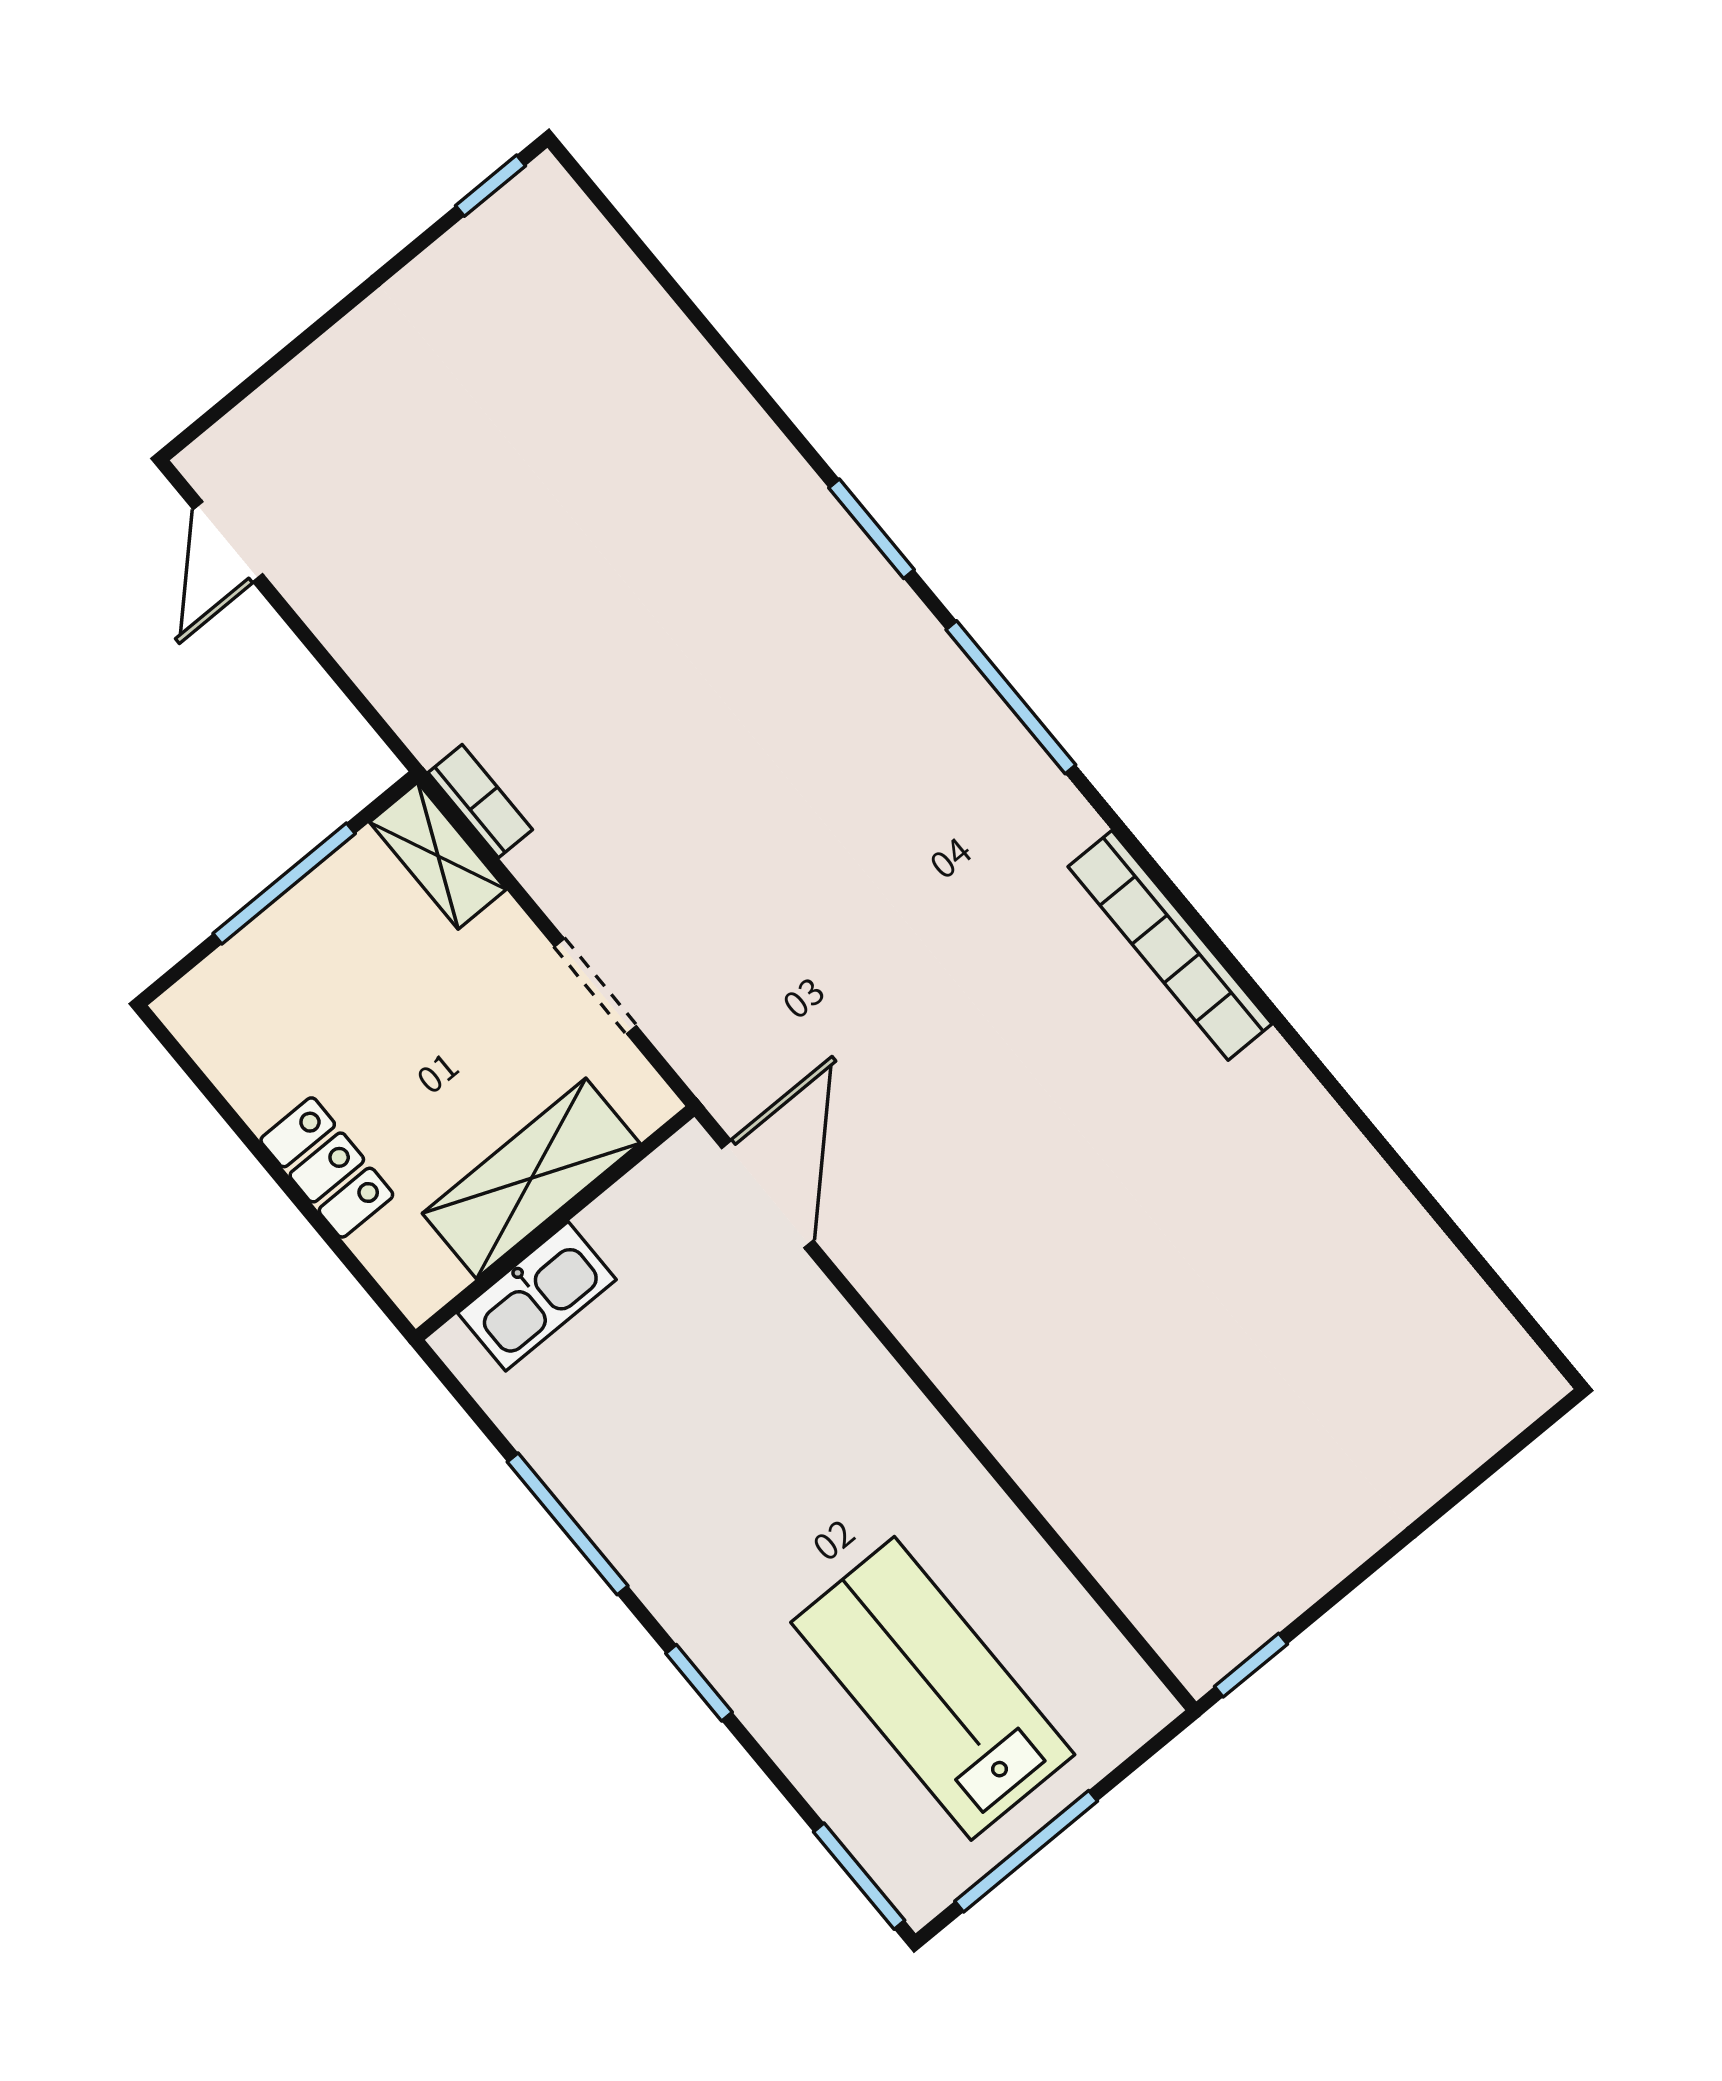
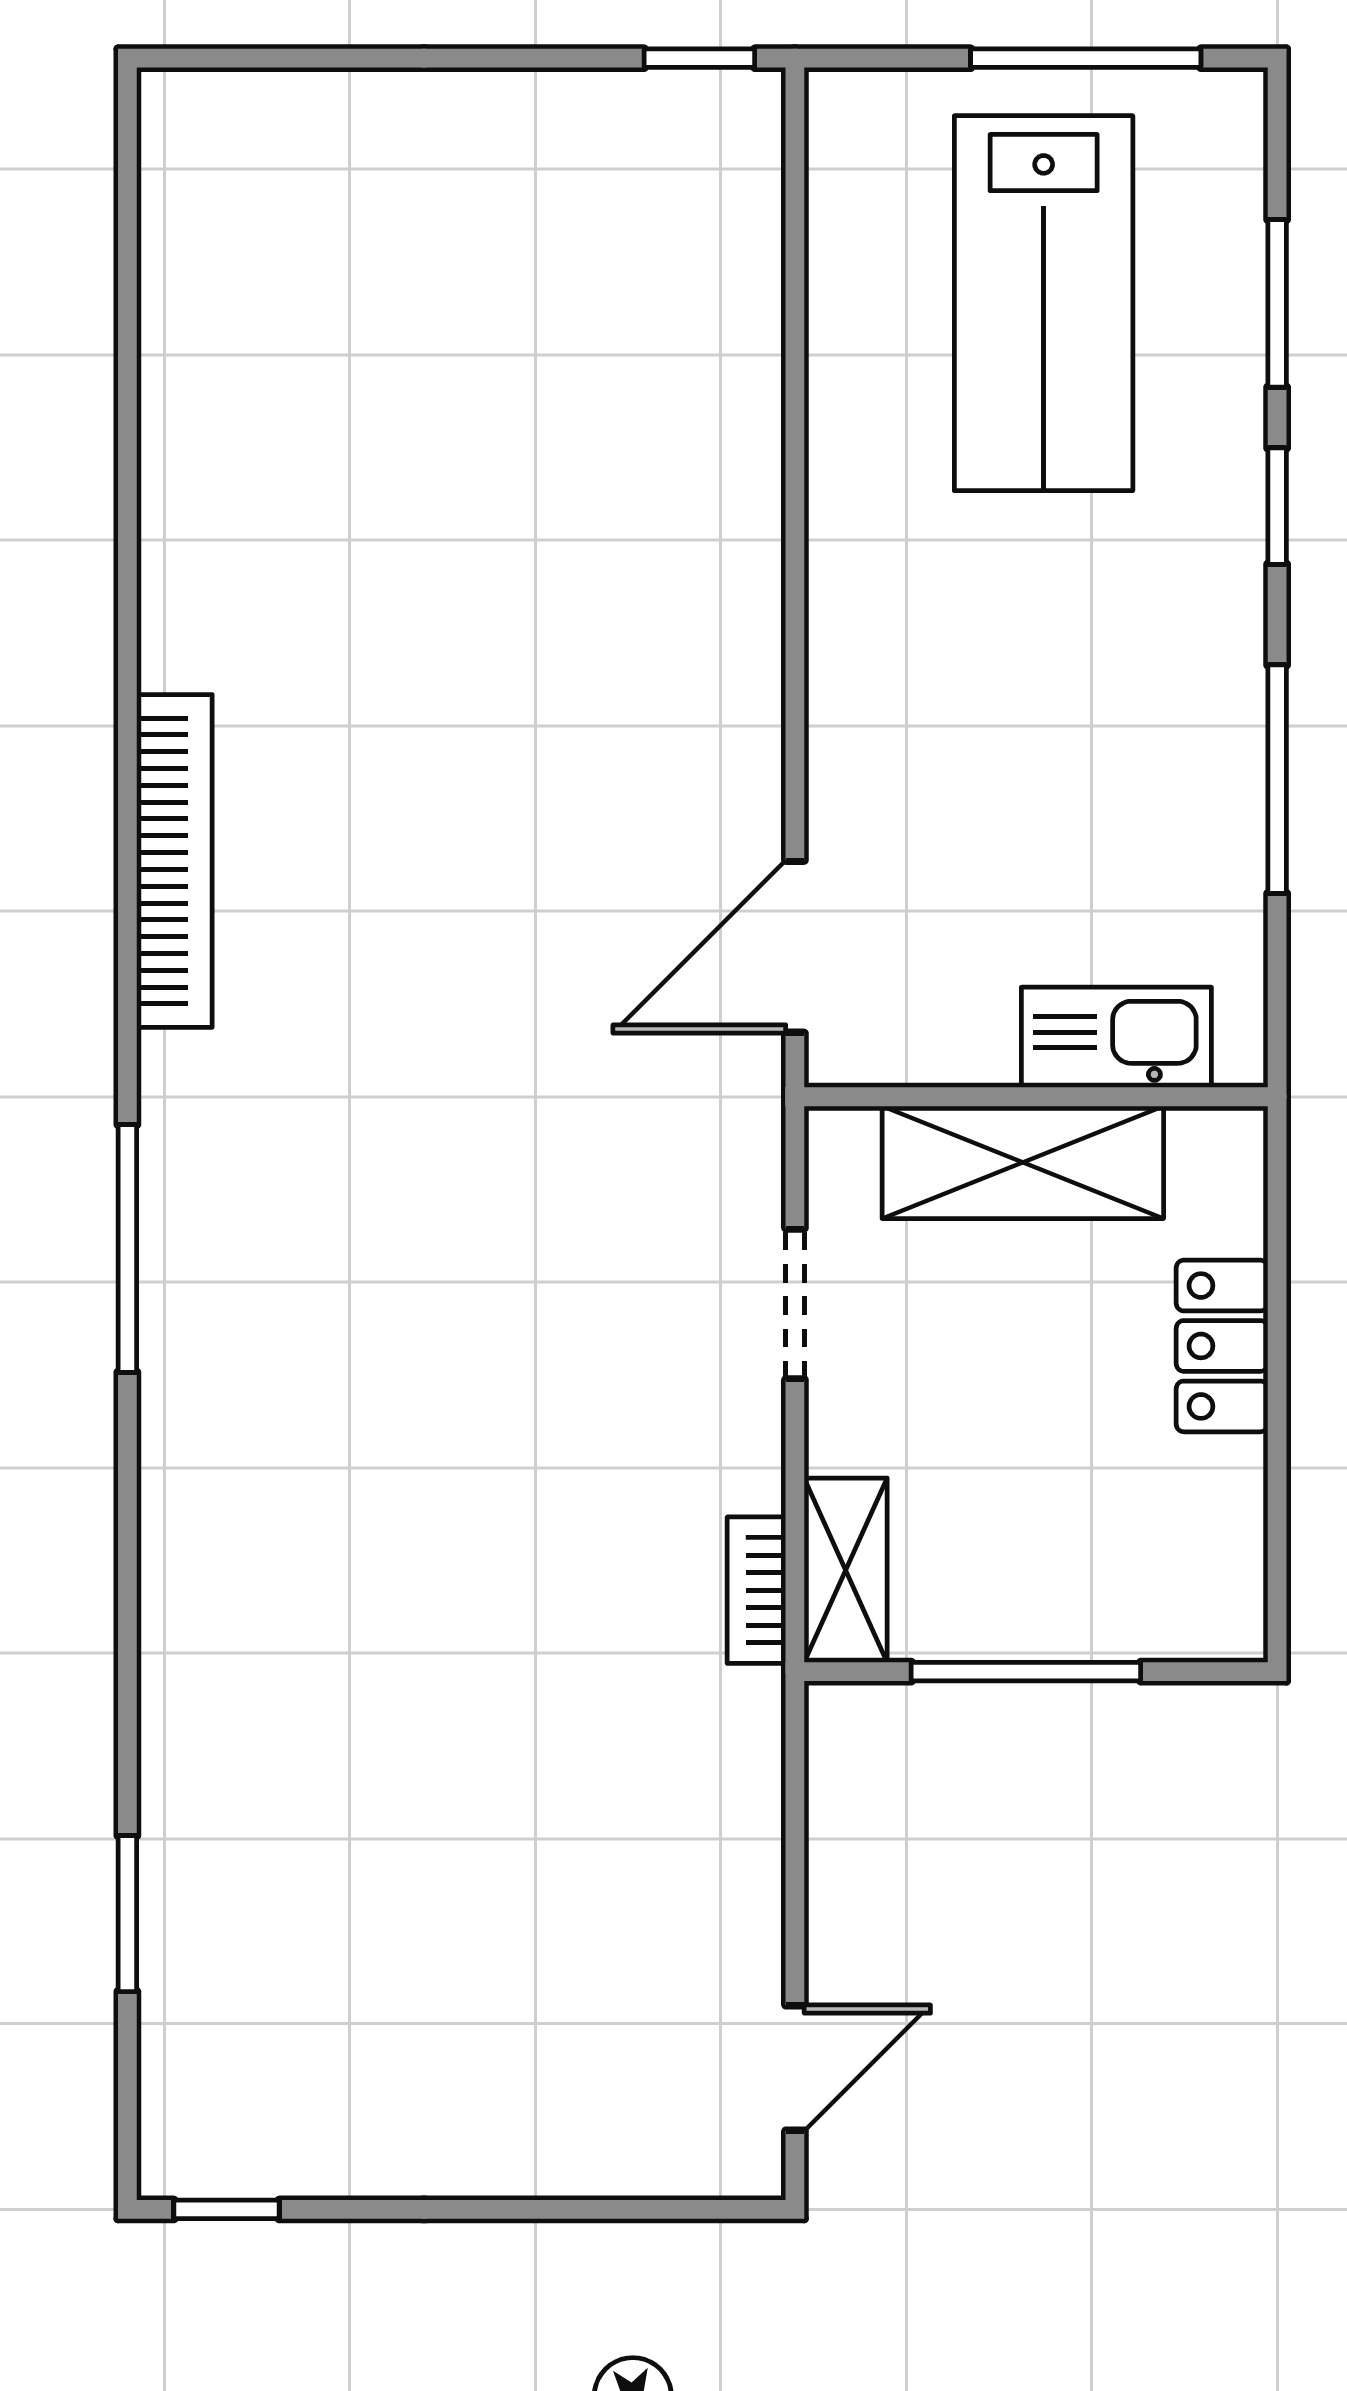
window: (872, 529) -> (127, 1914), moved
window: (859, 1876) -> (1277, 303), moved

